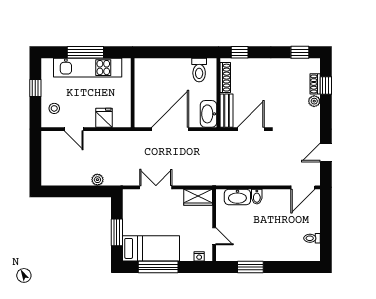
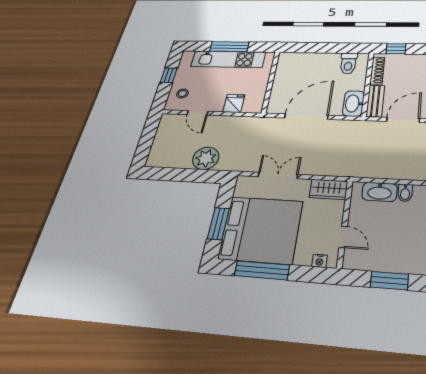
plant: (97, 180) -> (206, 158), width x1.87, depth x1.87
bed: (151, 248) -> (261, 230), width x2.04

